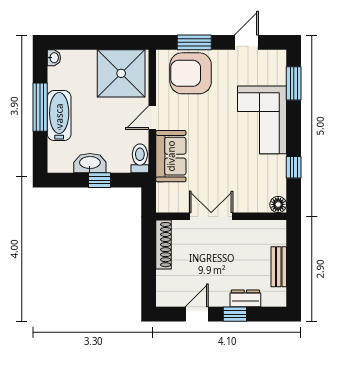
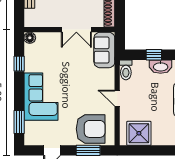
shower: (121, 73) -> (139, 133), width x0.73, depth x0.73
door: (152, 118) -> (117, 98), swing flipped
sofa: (171, 156) -> (104, 50), moved

